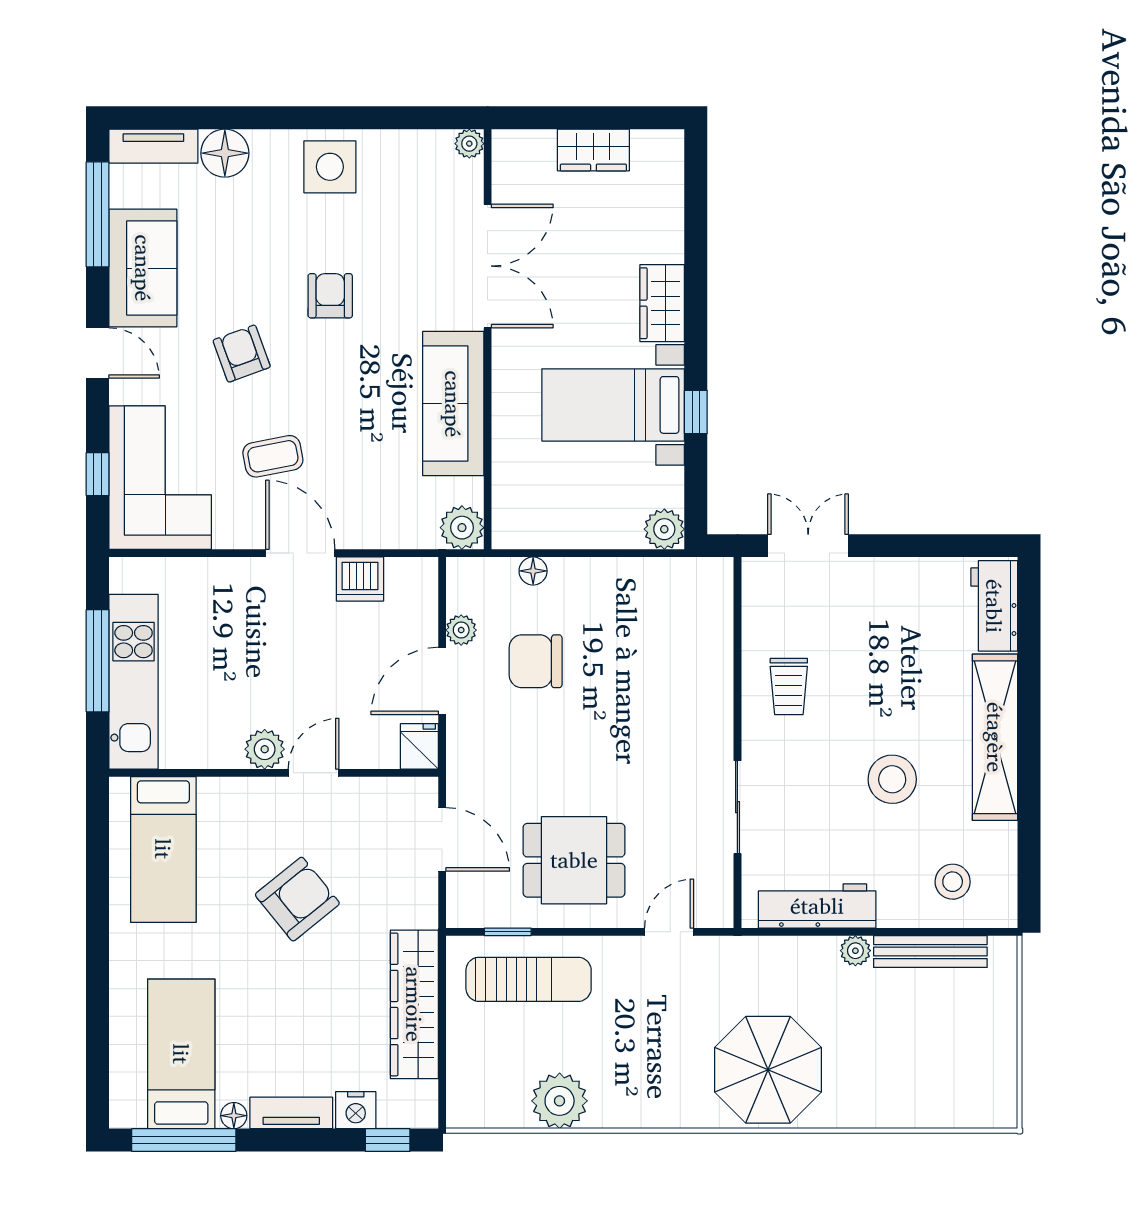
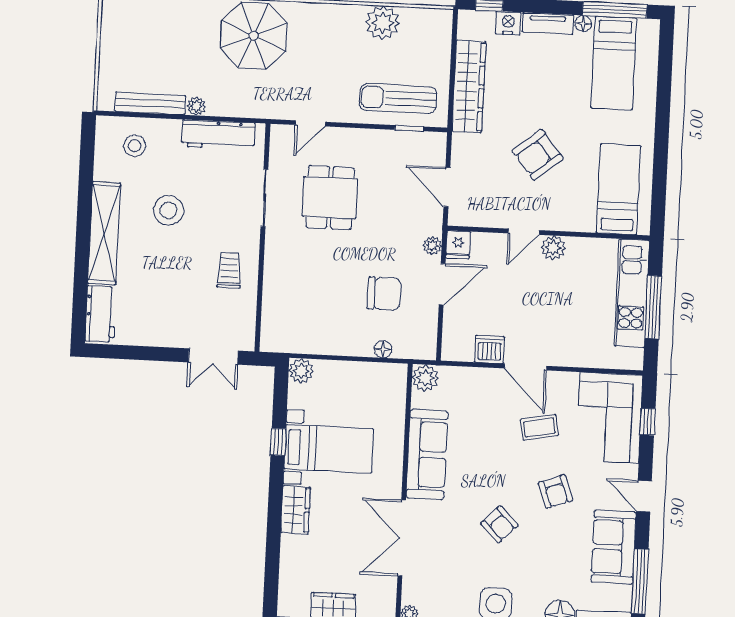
armchair: (330, 296) -> (499, 524), turned -45
plant: (461, 630) -> (432, 246), moved
dining table: (574, 860) -> (330, 198), moved, turned 90

